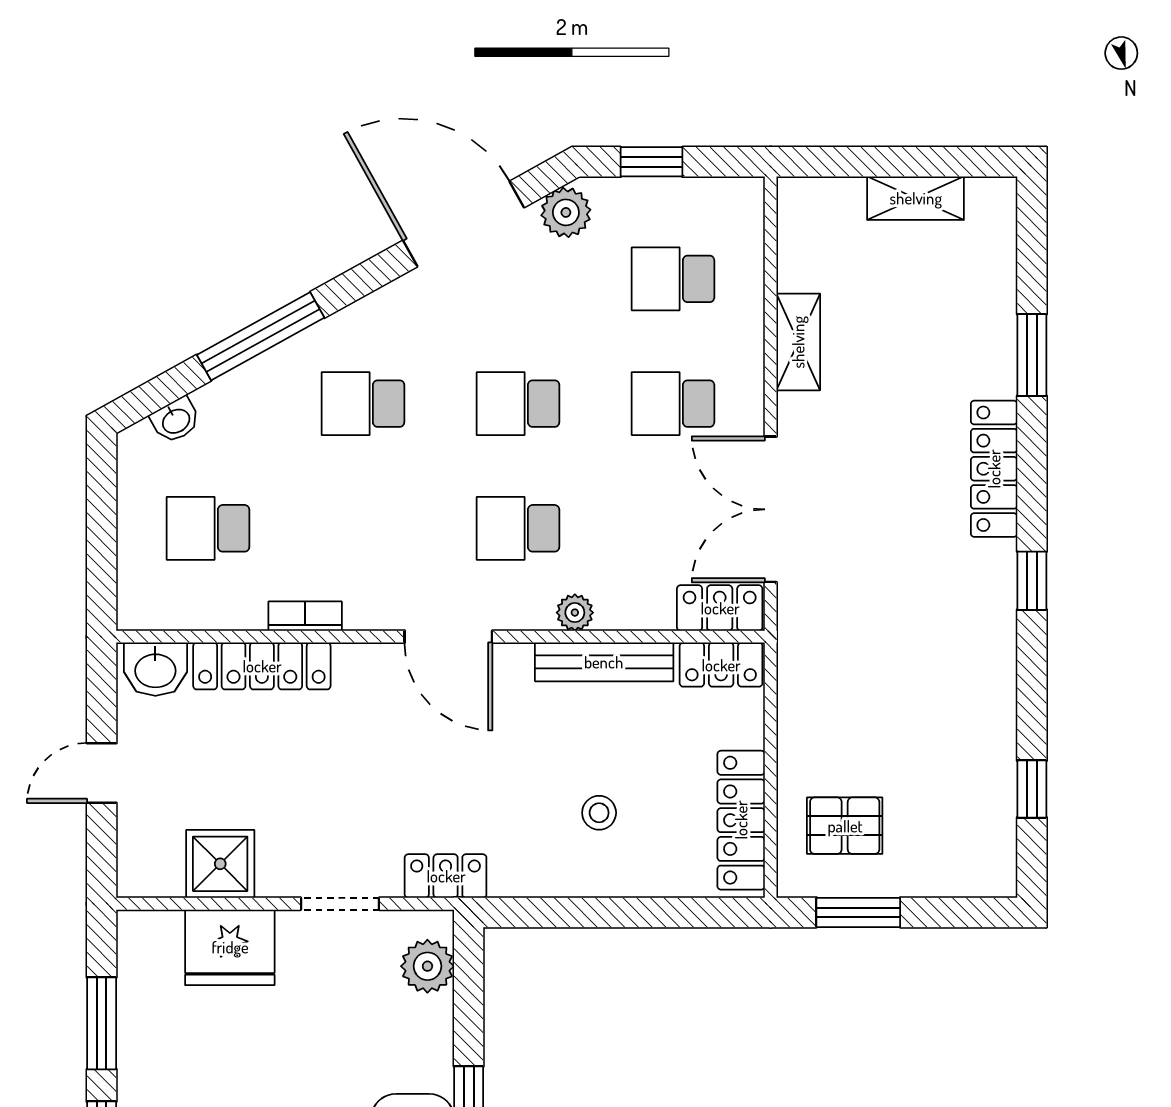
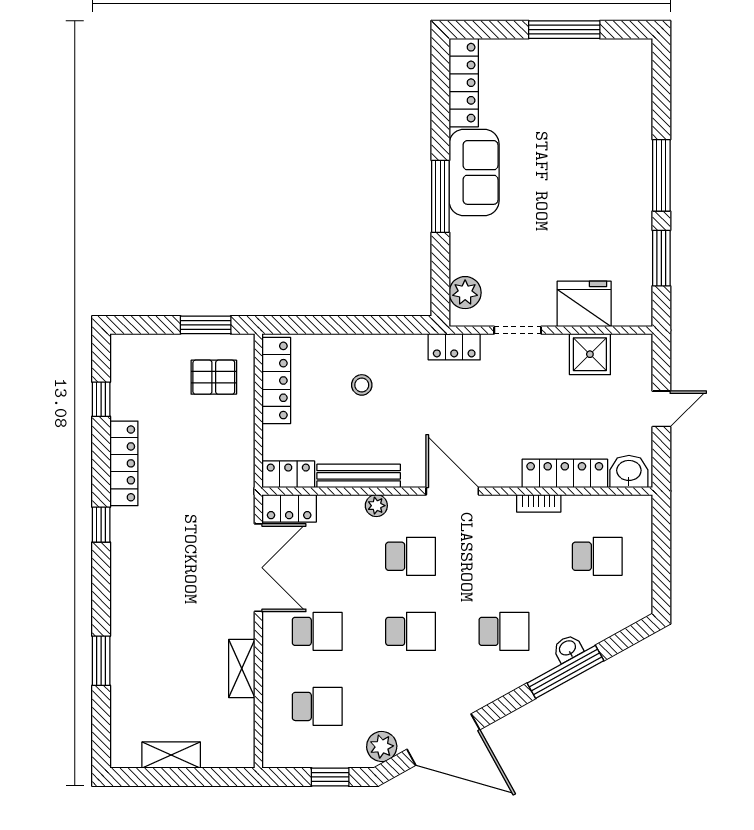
washbasin: (176, 420) -> (568, 648), moved
locker: (994, 469) -> (124, 463), moved

